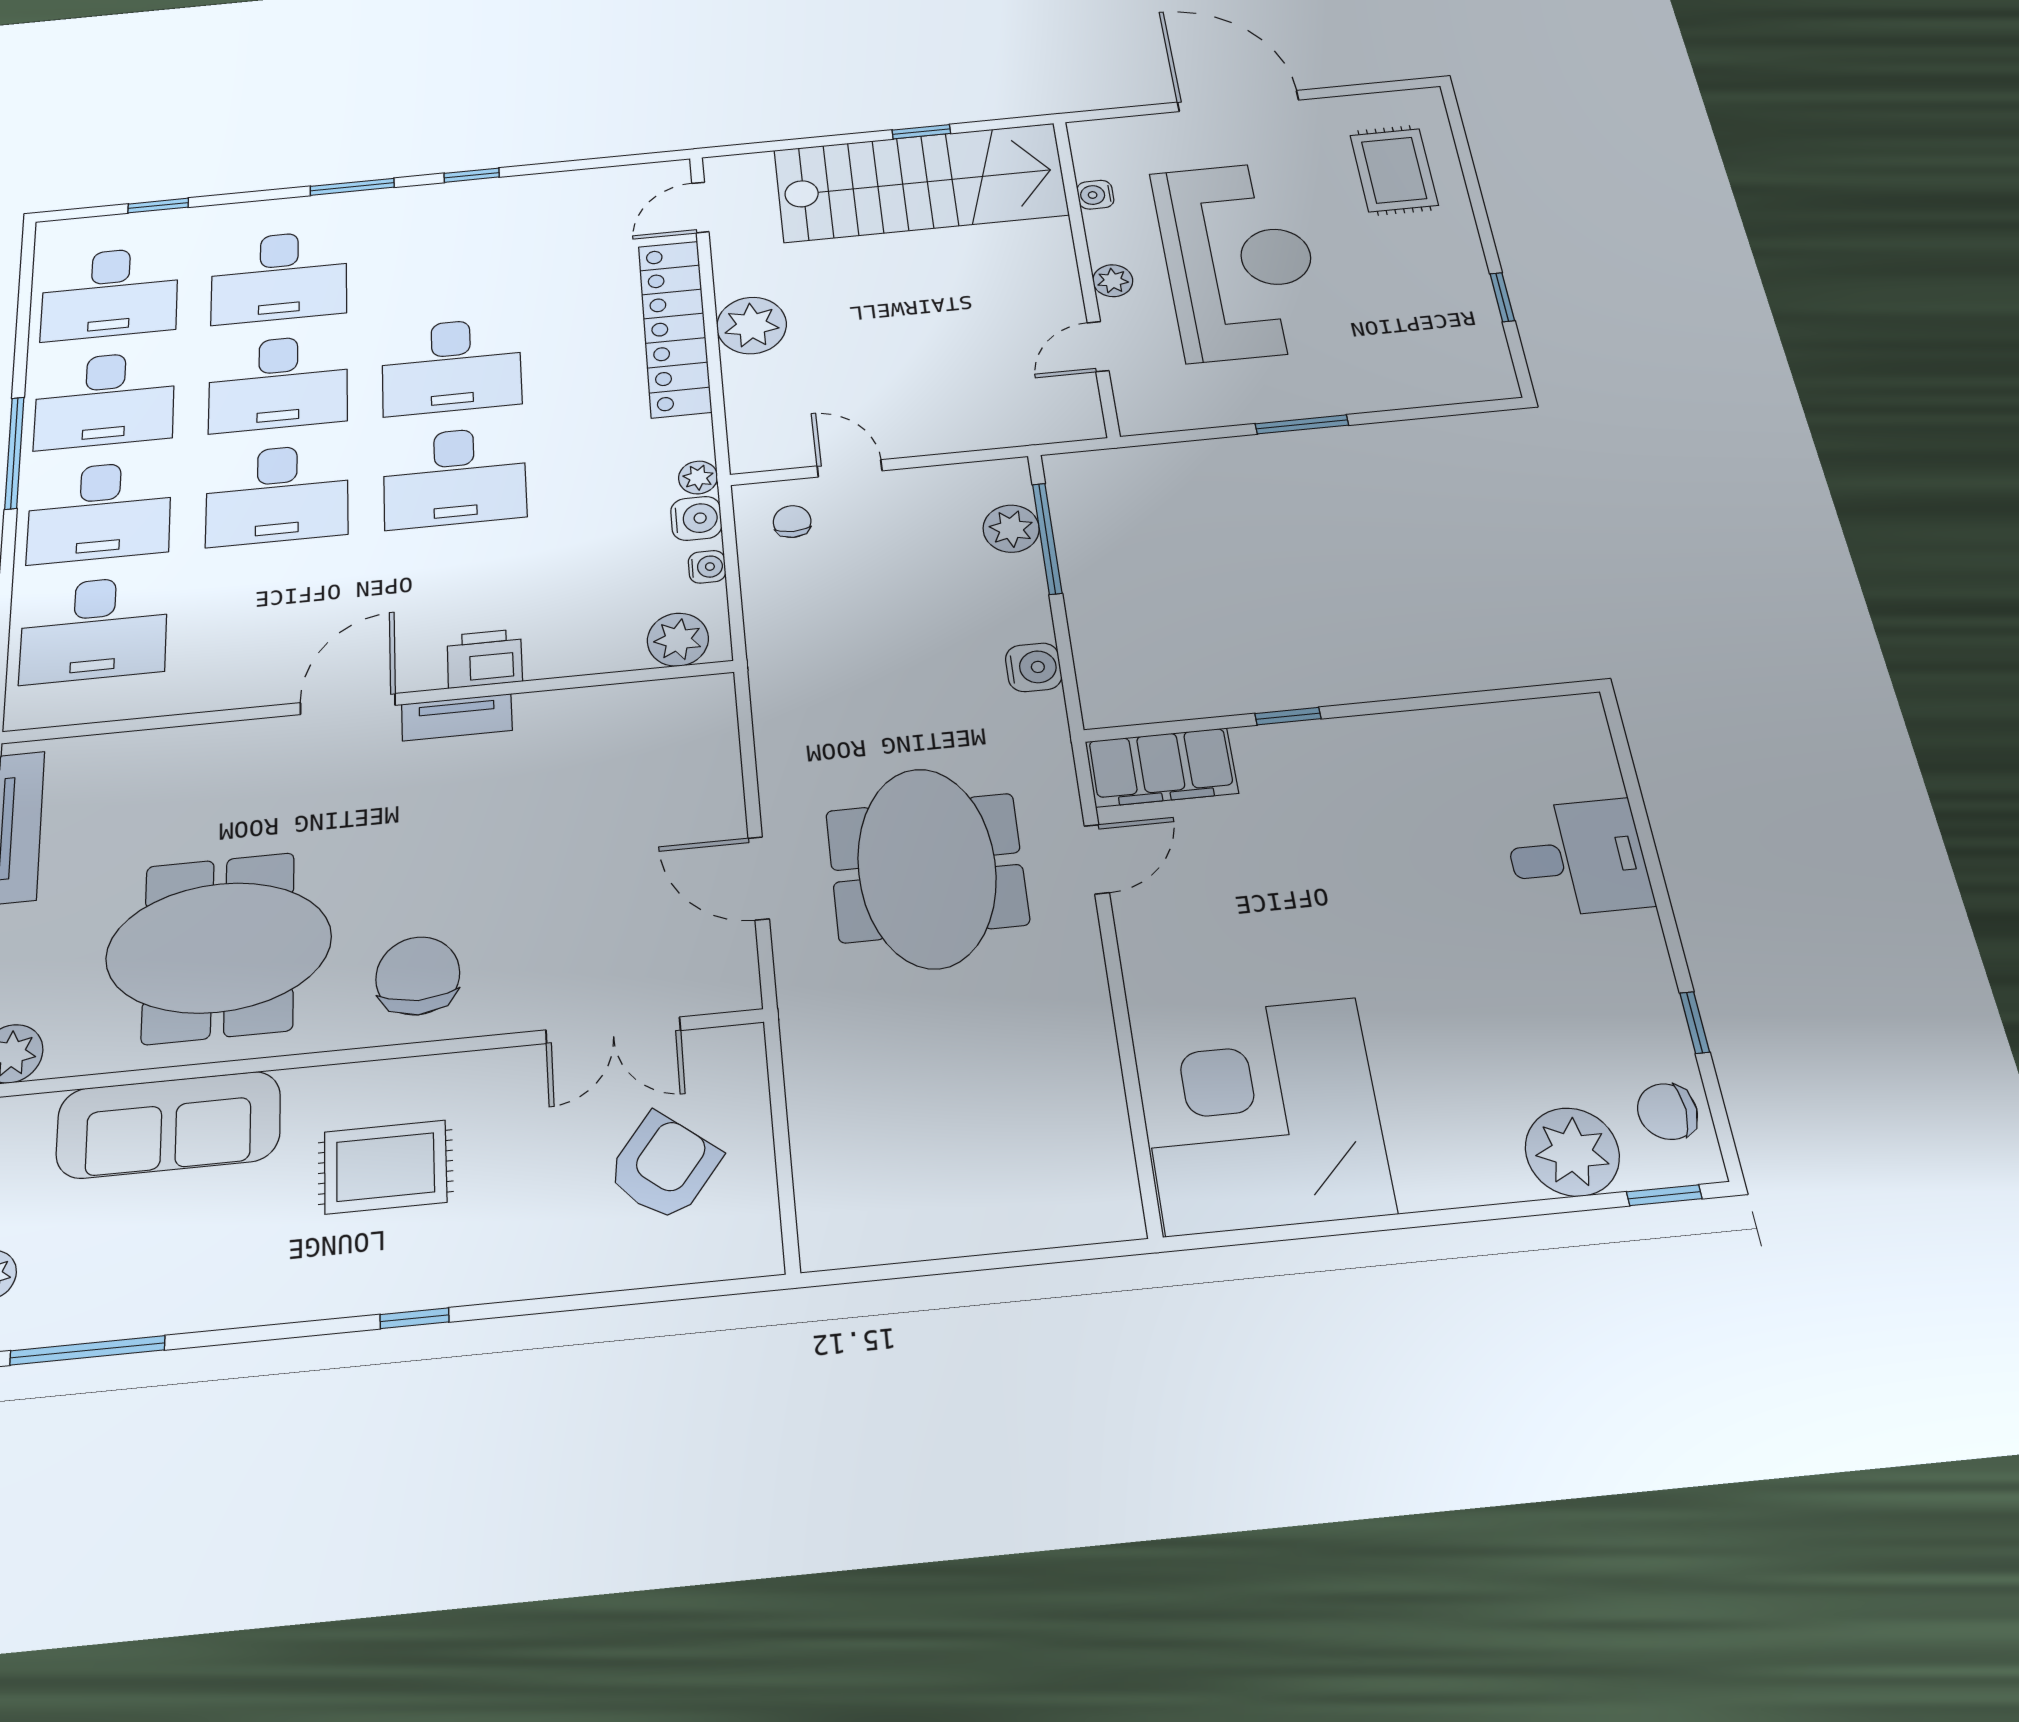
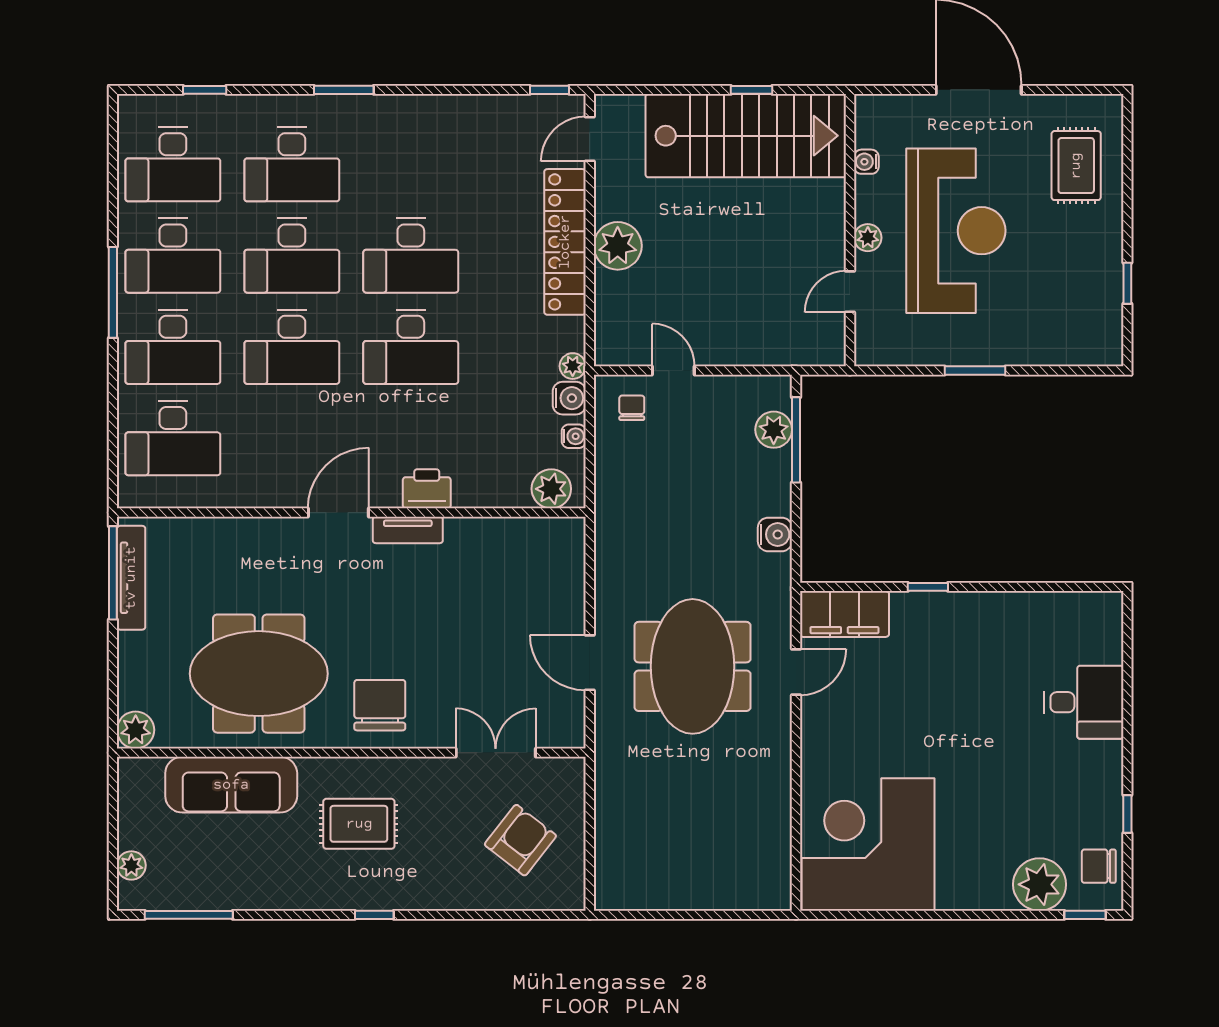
window: (472, 175) -> (549, 90), moved
double door: (613, 1030) -> (496, 753), swing flipped

